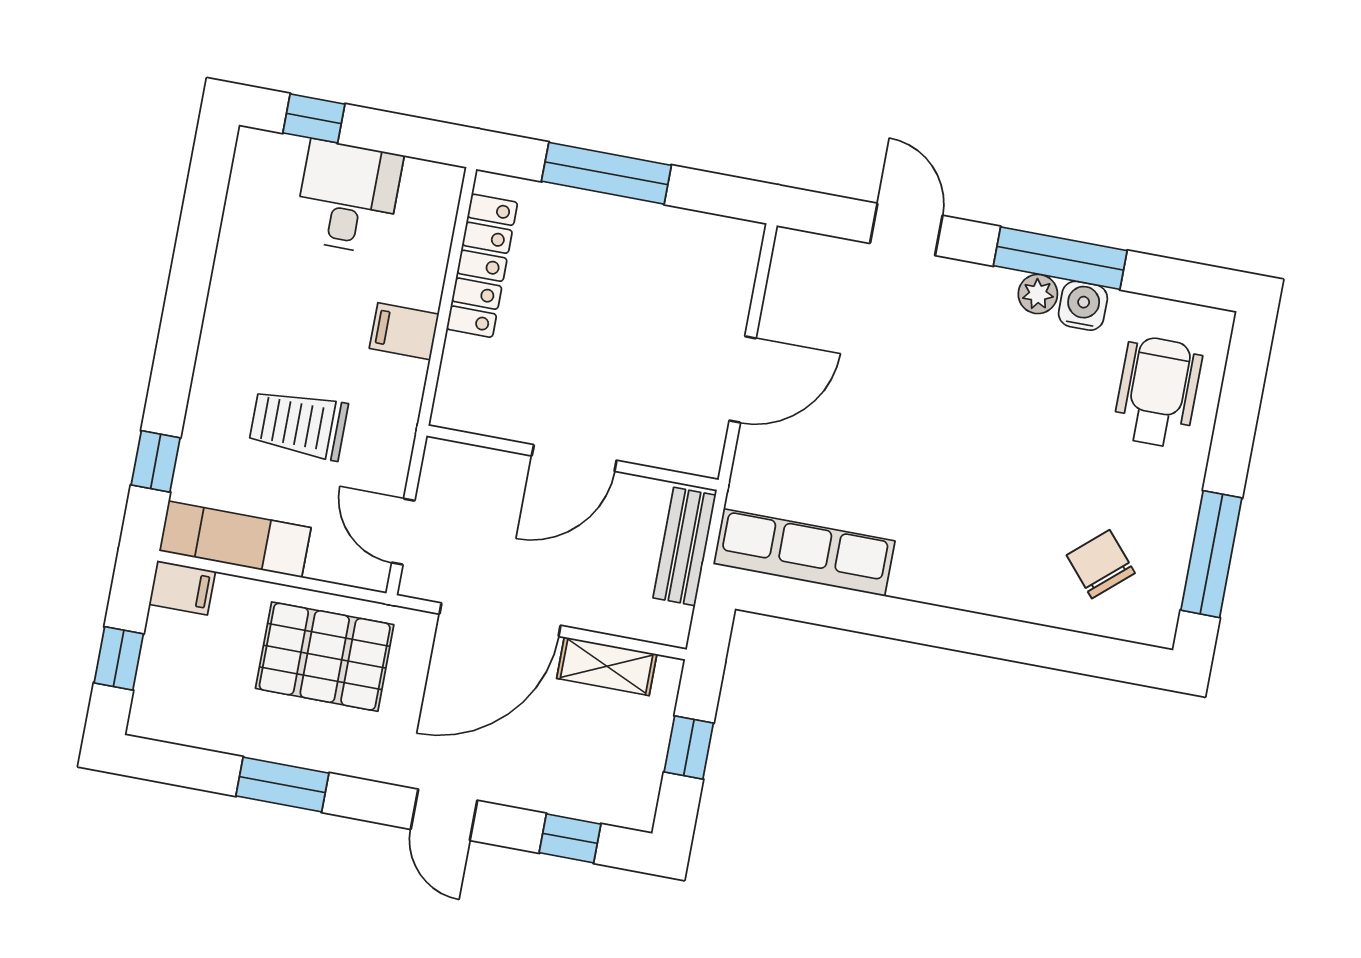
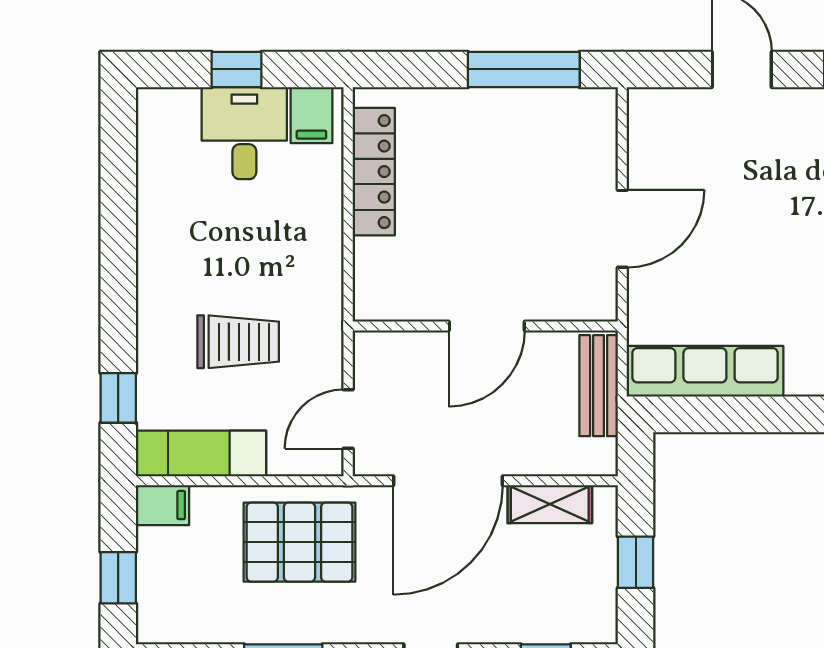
window: (314, 118) -> (237, 69), moved
window: (606, 173) -> (524, 69), moved
filing cabinet: (404, 331) -> (311, 115), moved, turned -90
trolley: (299, 424) -> (238, 342), turned 180
door: (403, 532) -> (348, 419), hinge flipped

